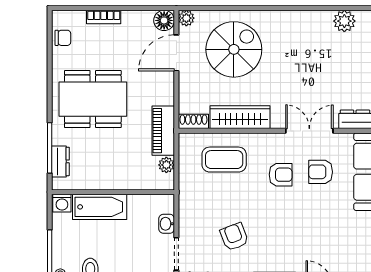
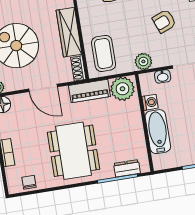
door: (176, 53) -> (43, 88), moved
coffee table: (224, 160) -> (104, 53), moved
plant: (166, 165) -> (122, 89), width x1.87, depth x1.87
washing machine: (62, 203) -> (150, 102), moved
plant: (189, 203) -> (143, 61), added

